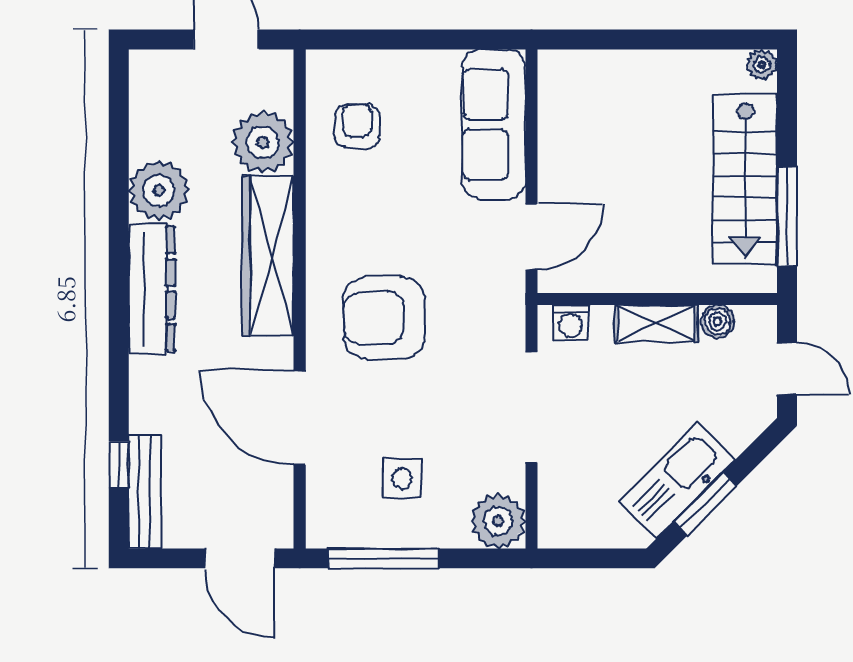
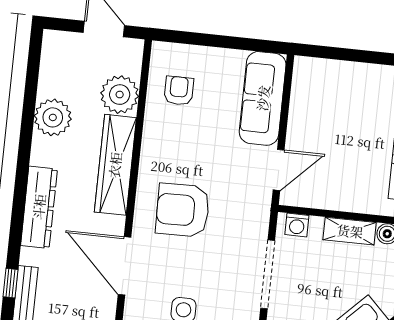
dresser: (152, 289) -> (39, 207), moved

